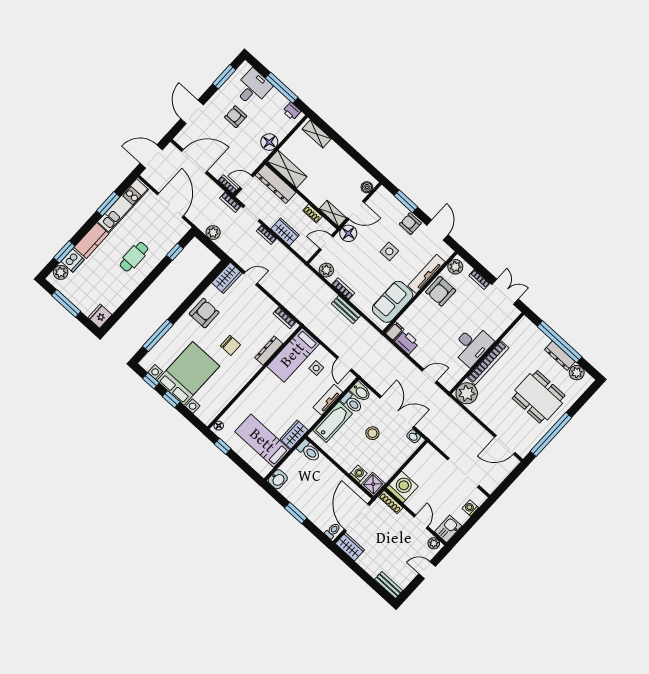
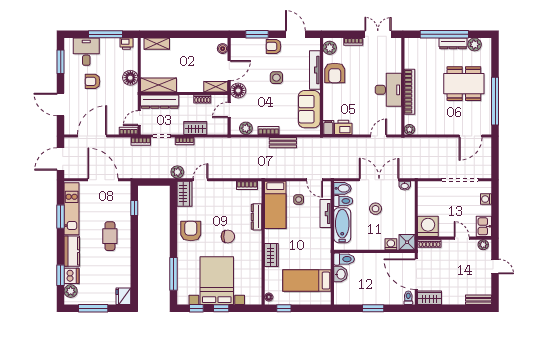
plant: (213, 233) -> (177, 172), moved
plant: (467, 393) -> (409, 129), width x0.53, depth x0.53
wardrobe: (294, 435) -> (271, 255), moved, turned 180
washbasin: (278, 479) -> (341, 274), moved
door: (427, 570) -> (495, 266), swing flipped

